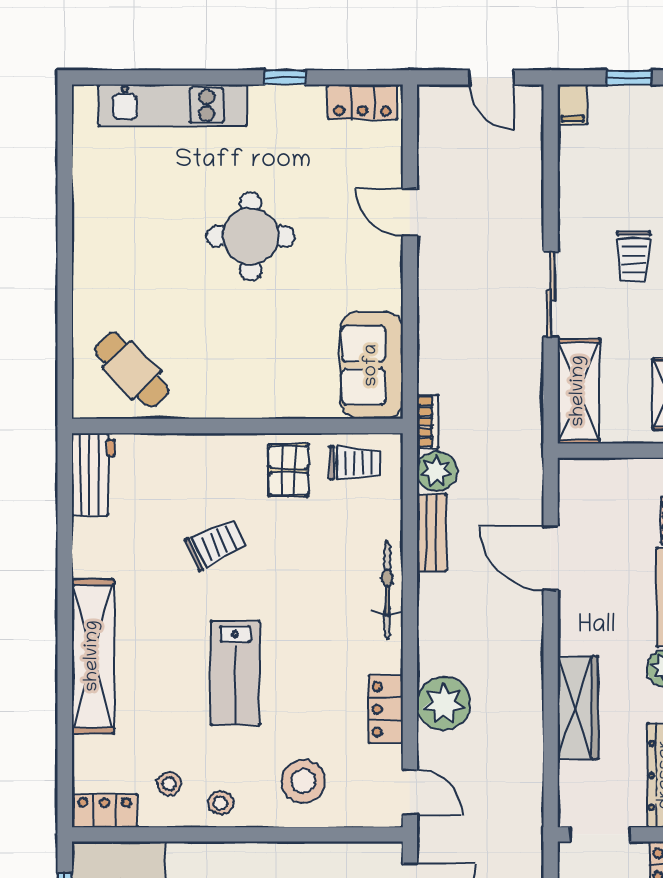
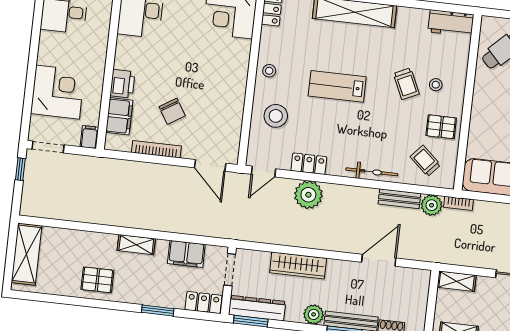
shelving: (579, 391) -> (457, 281), width x0.67, depth x0.75
trolley: (355, 463) -> (425, 161), moved, turned 132
stool: (169, 784) -> (436, 85), moved

